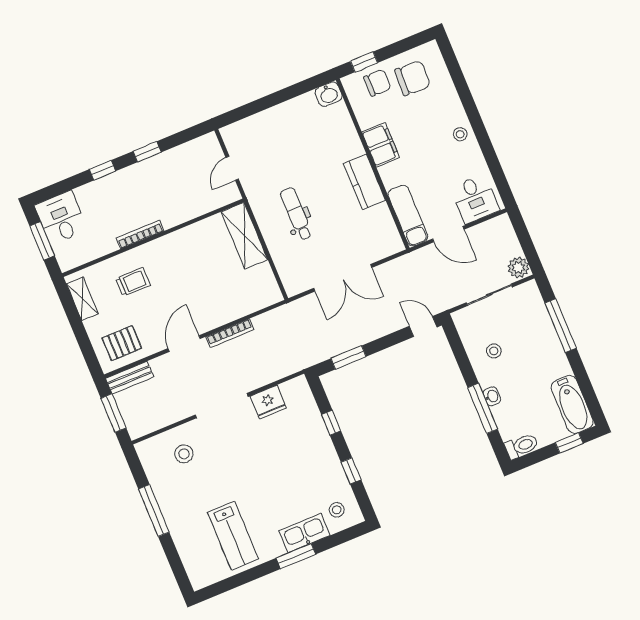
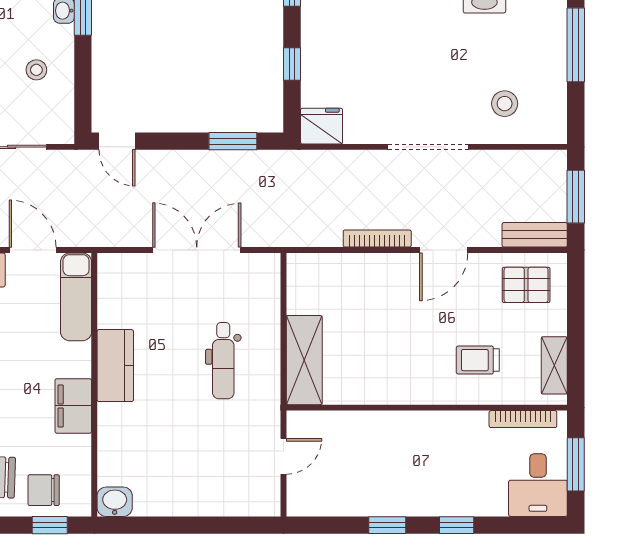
bookcase: (140, 235) -> (523, 419), moved
fridge: (268, 402) -> (322, 126), moved

